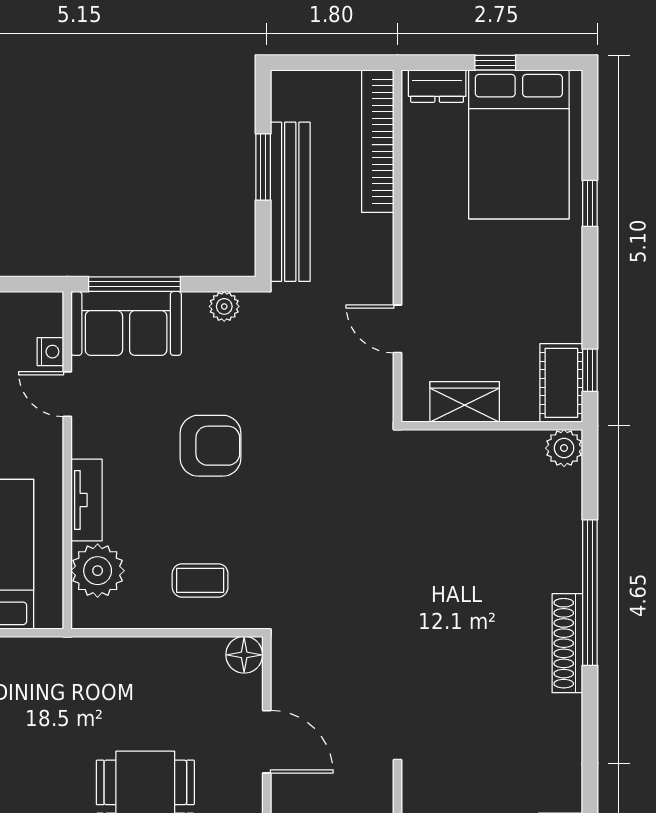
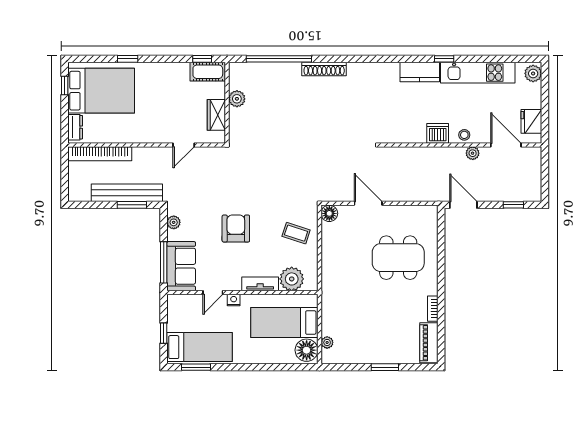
window: (495, 63) -> (65, 85), moved
window: (263, 167) -> (132, 205), moved
nightstand: (50, 352) -> (234, 300), moved
plant: (564, 448) -> (237, 99), moved
coffee table: (200, 580) -> (296, 233), turned -72
window: (590, 593) -> (279, 59), moved
door: (267, 742) -> (368, 203), hinge flipped

